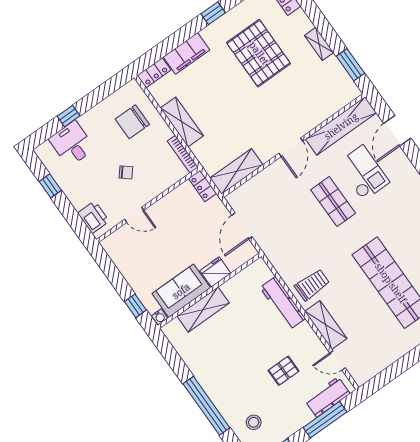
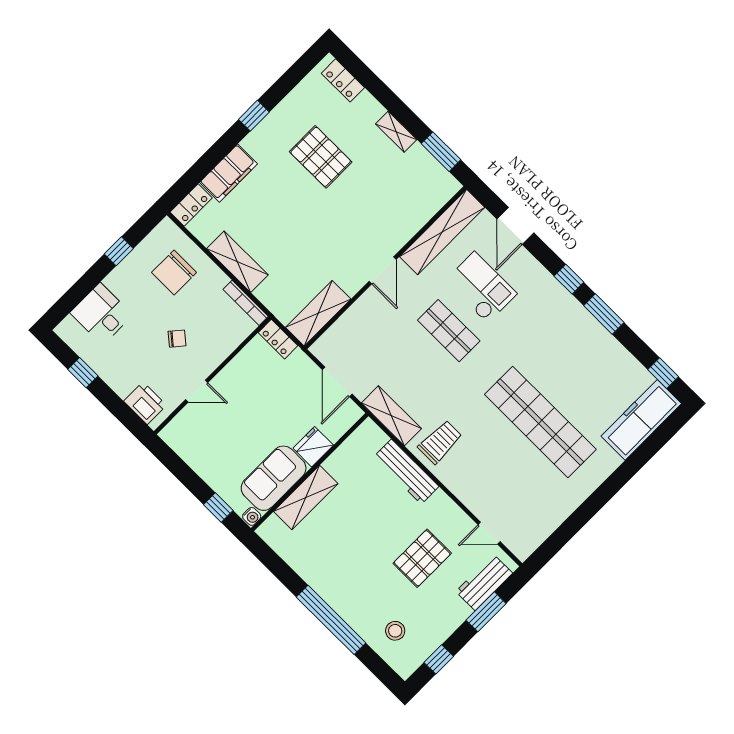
pallet: (259, 53) -> (321, 157), width x0.73, depth x0.71
window: (68, 116) -> (119, 251), moved
shelving: (326, 325) -> (391, 416), moved
pallet: (284, 371) -> (422, 558), width x1.50, depth x1.42
window: (325, 420) -> (486, 612), width x0.69

